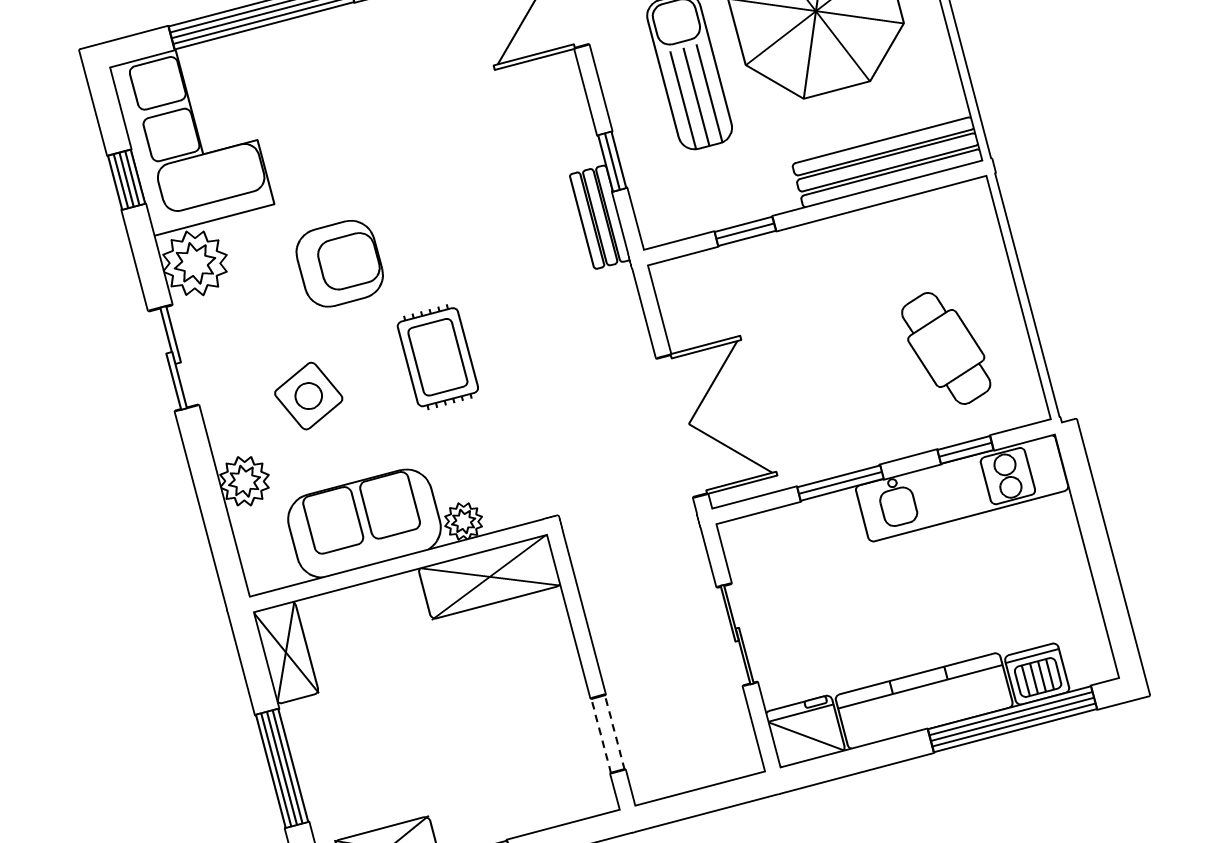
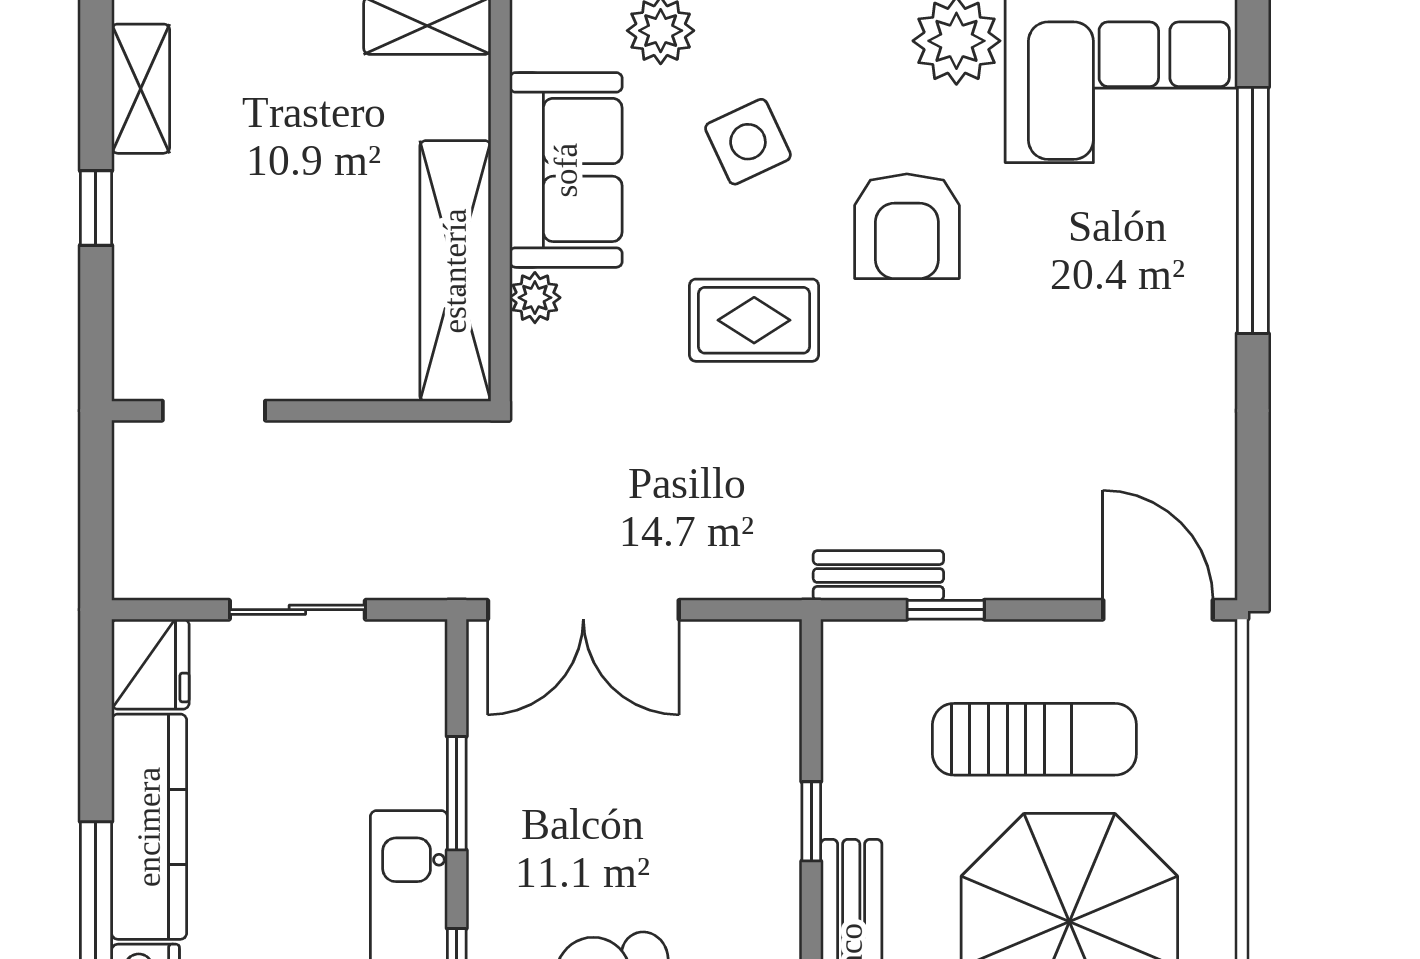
window: (745, 231) -> (811, 821), moved
shelving: (490, 577) -> (455, 271), width x1.47

